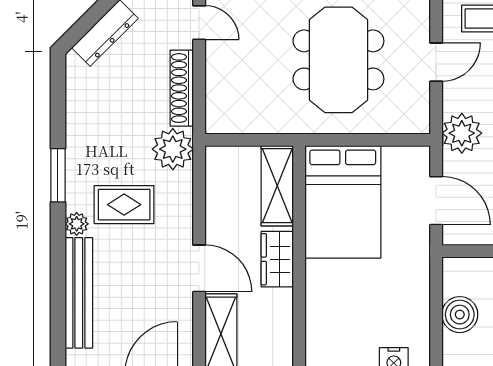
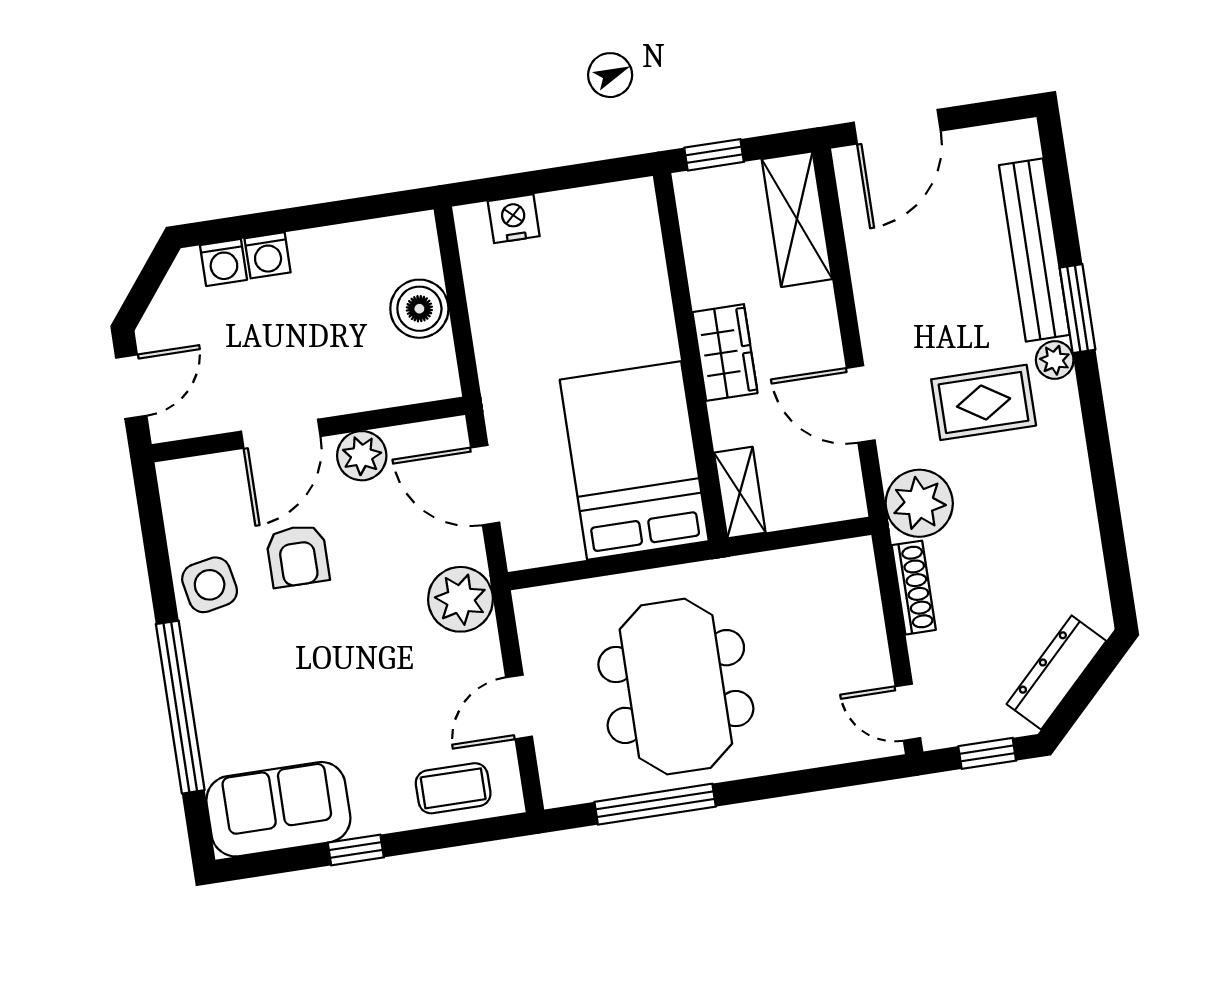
shoe rack: (182, 88) -> (914, 588), width x0.74, depth x0.81
window: (58, 175) -> (1078, 309), moved
shelving: (277, 186) -> (740, 493), width x0.67, depth x0.75
door: (199, 268) -> (861, 404), moved

